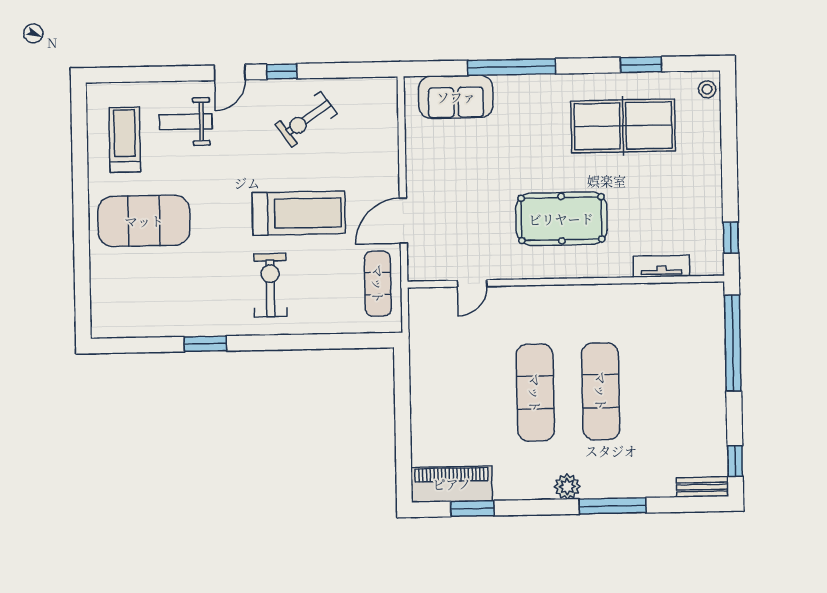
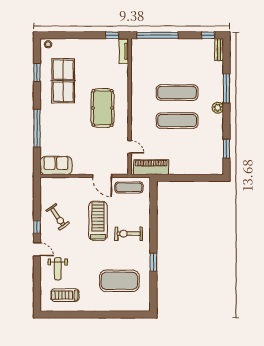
sofa: (456, 97) -> (56, 166), moved, turned -90
exercise mat: (144, 221) -> (119, 281), moved, turned 90
tv unit: (661, 266) -> (124, 51), moved
piano: (452, 484) -> (151, 167), moved, turned 90

